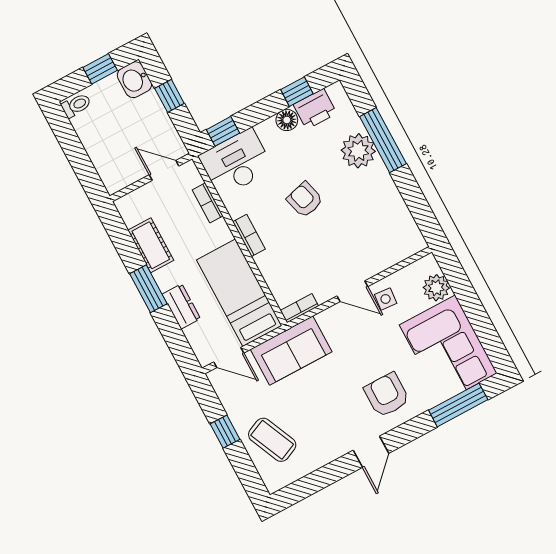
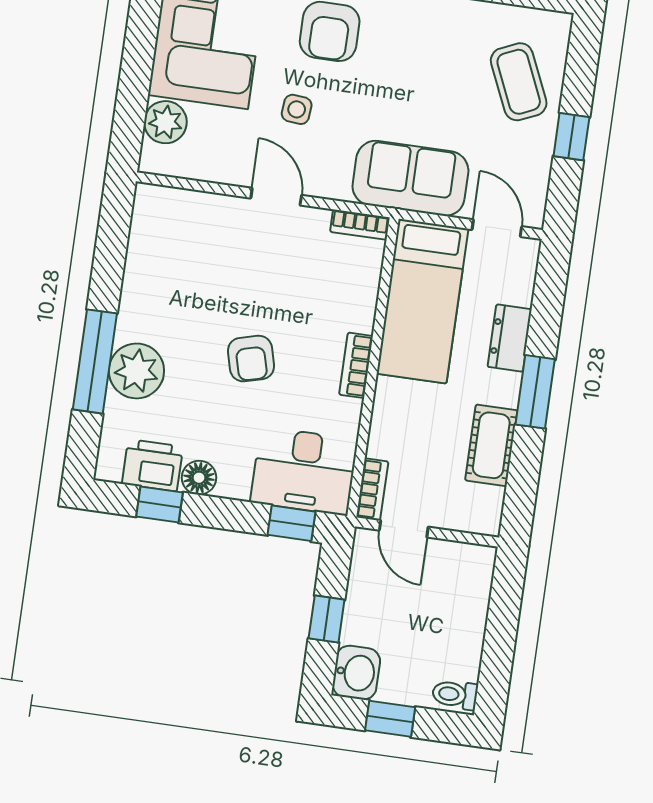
bookcase: (208, 203) -> (372, 489), moved
side table: (386, 299) -> (297, 109), moved

